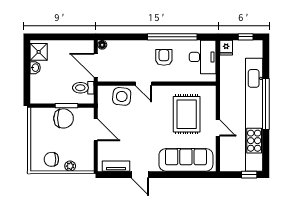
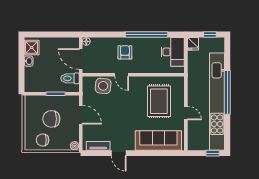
armchair: (164, 57) -> (125, 52), moved
chair: (64, 118) -> (51, 119), moved, turned 180
plant: (70, 166) -> (75, 146), moved

